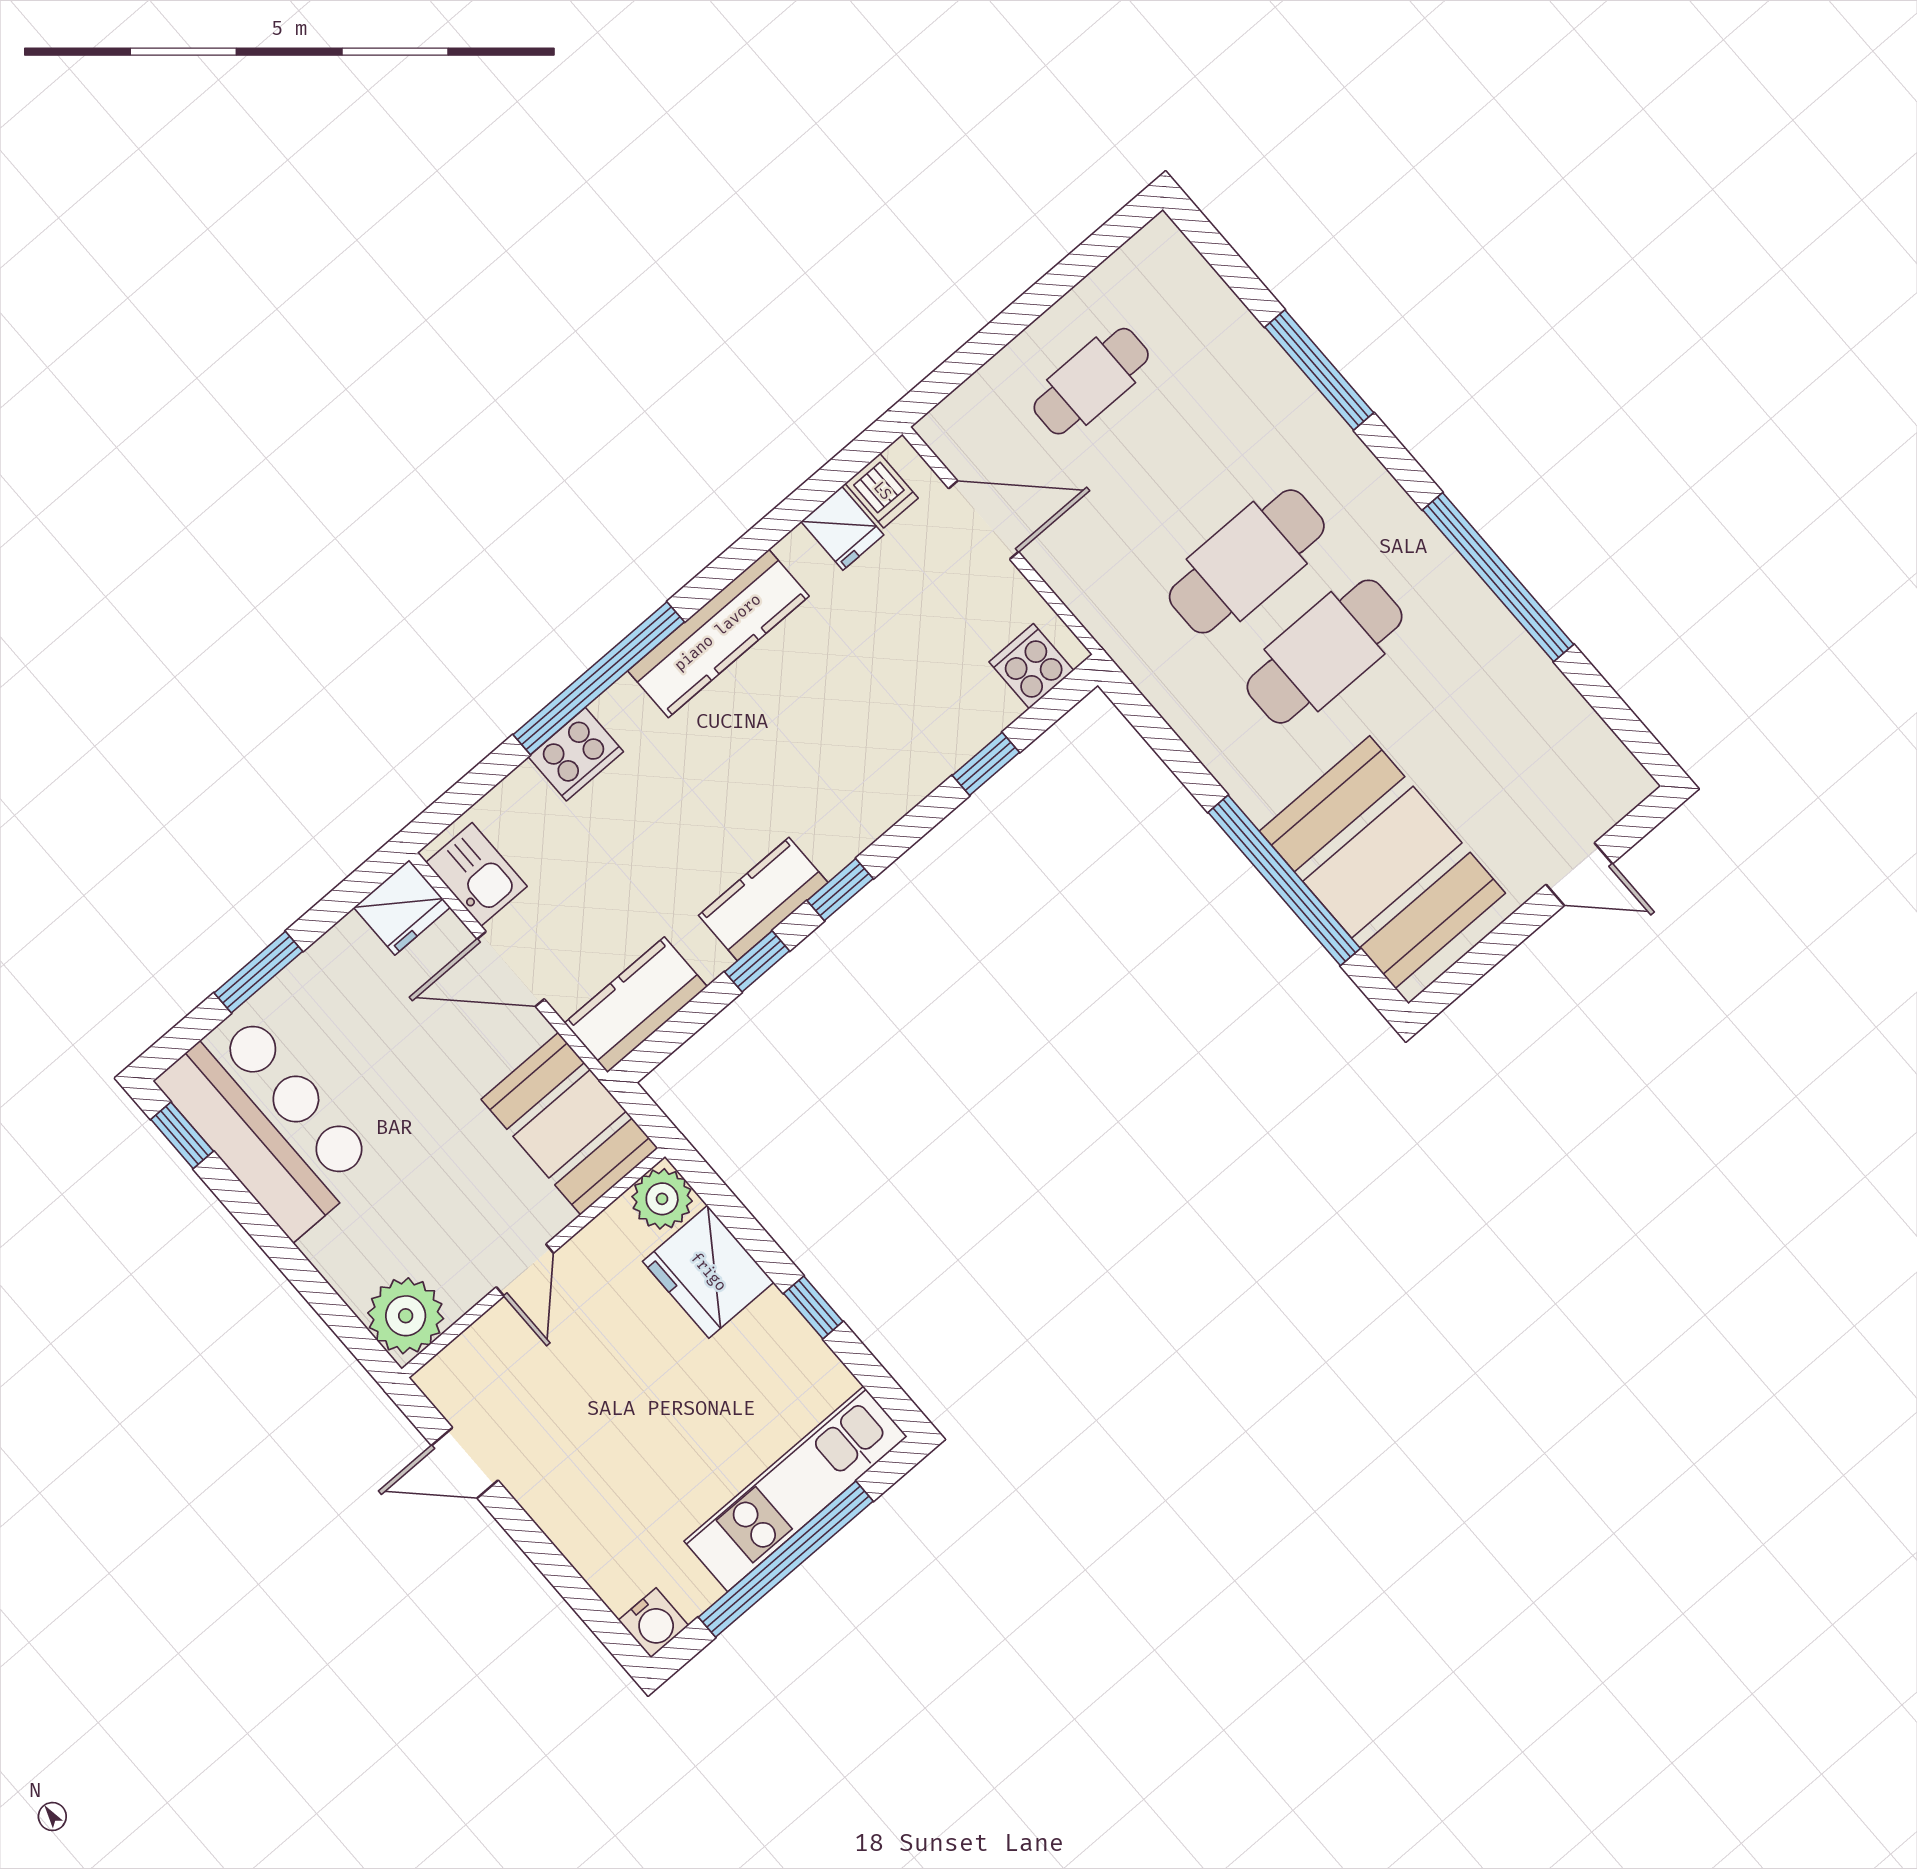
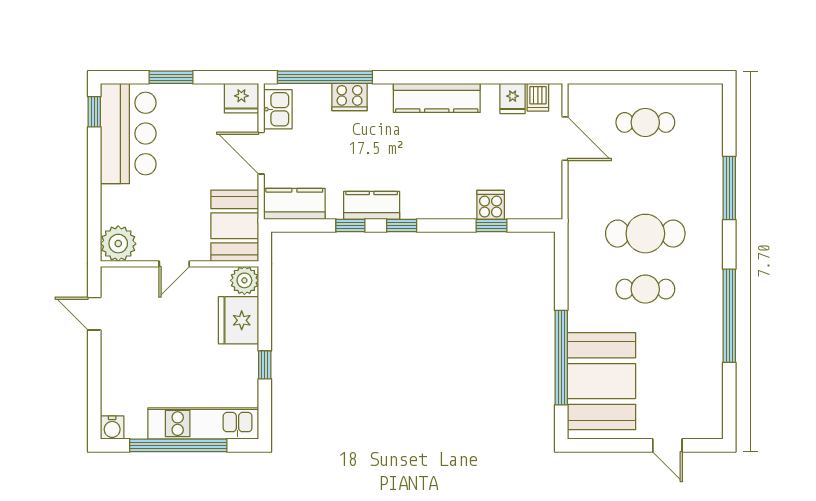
cafe table: (1325, 652) -> (645, 289), width x0.73, depth x0.74
cooker: (1031, 666) -> (491, 205), moved
window: (599, 678) -> (325, 77), moved

